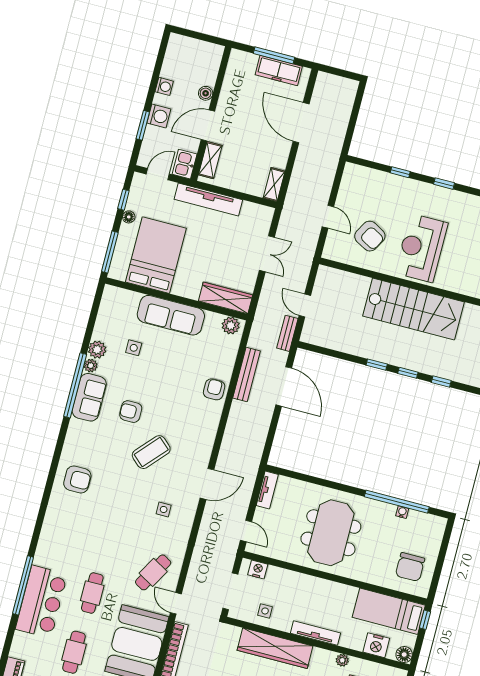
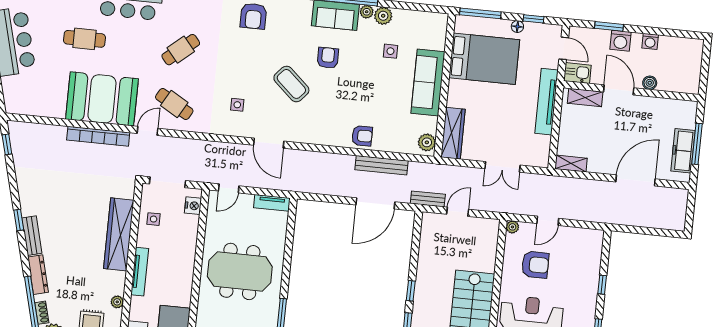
armchair: (370, 236) -> (535, 265), turned -119
plant: (329, 253) -> (512, 227), added
cafe table: (92, 593) -> (181, 50), moved, turned -40

